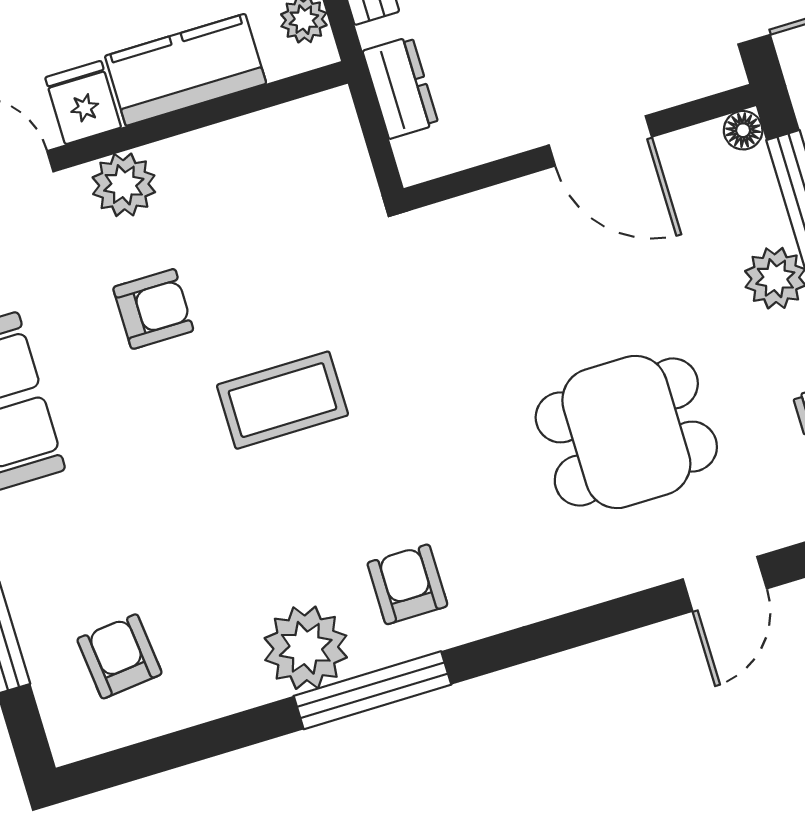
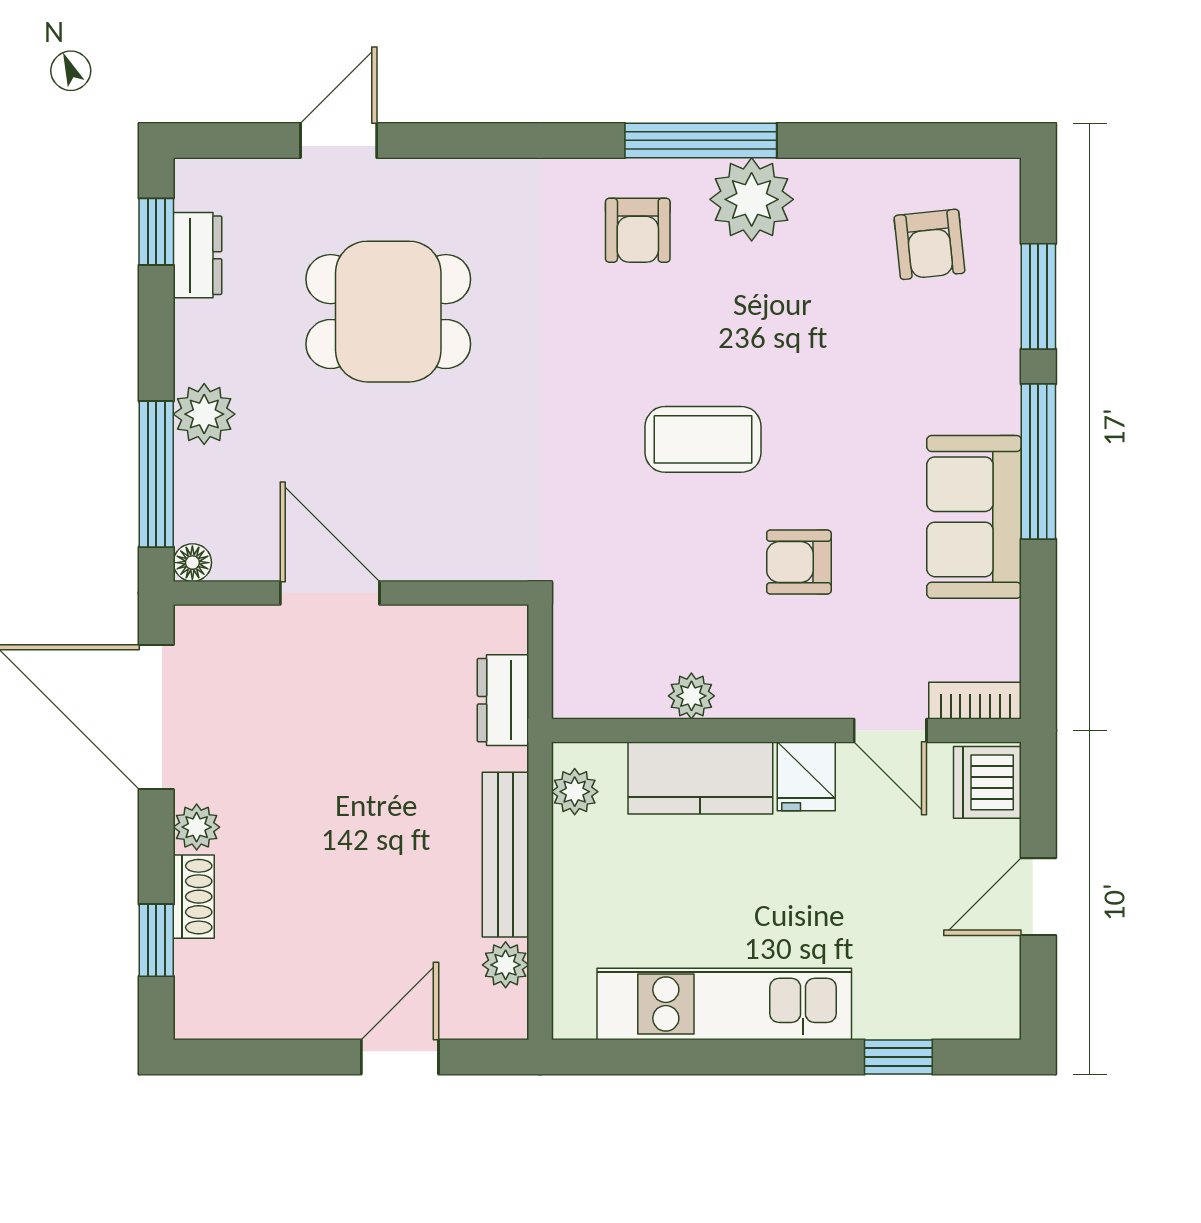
plant: (124, 185) -> (691, 696), moved, width x0.73, depth x0.73

